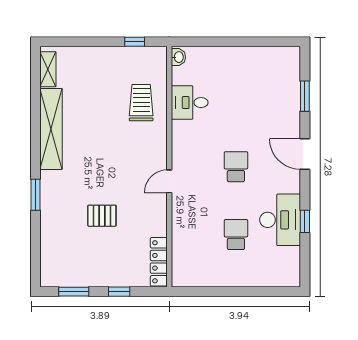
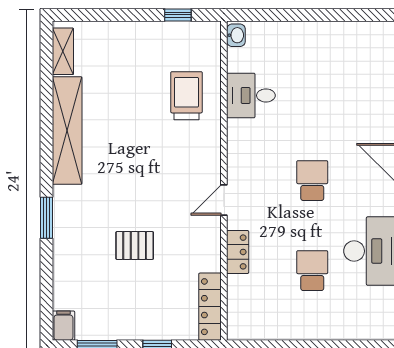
locker: (180, 221) -> (238, 252), added
filing cabinet: (48, 276) -> (63, 326), added

